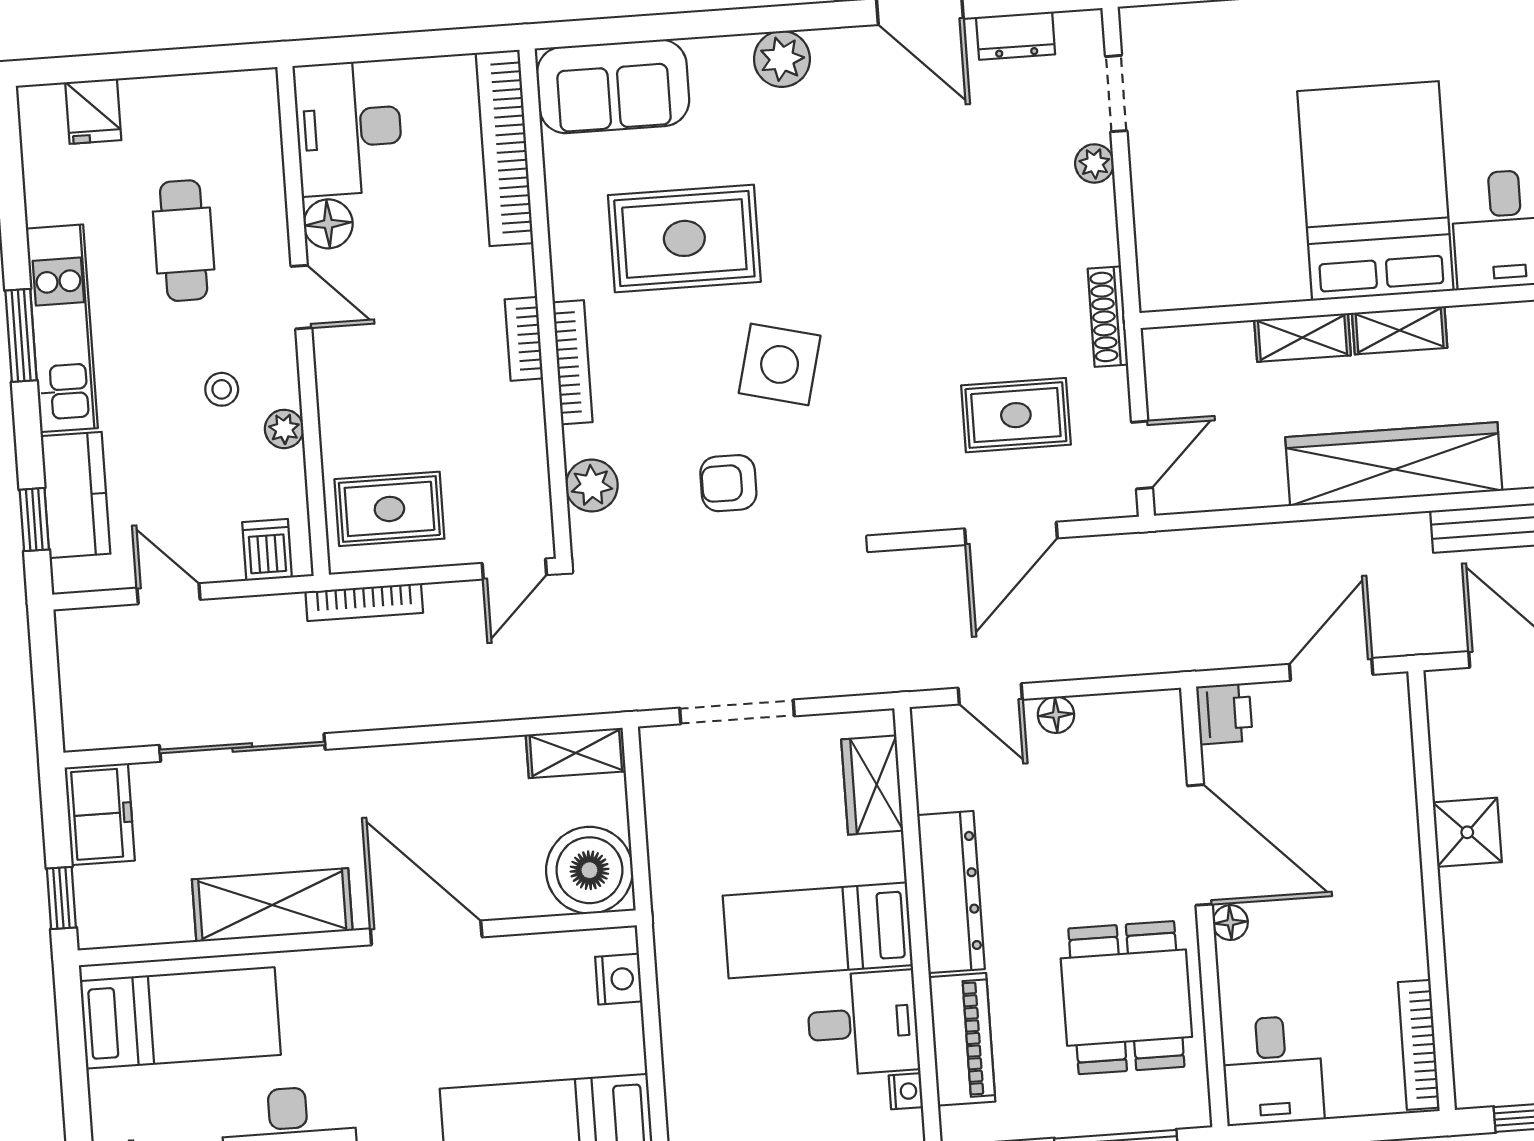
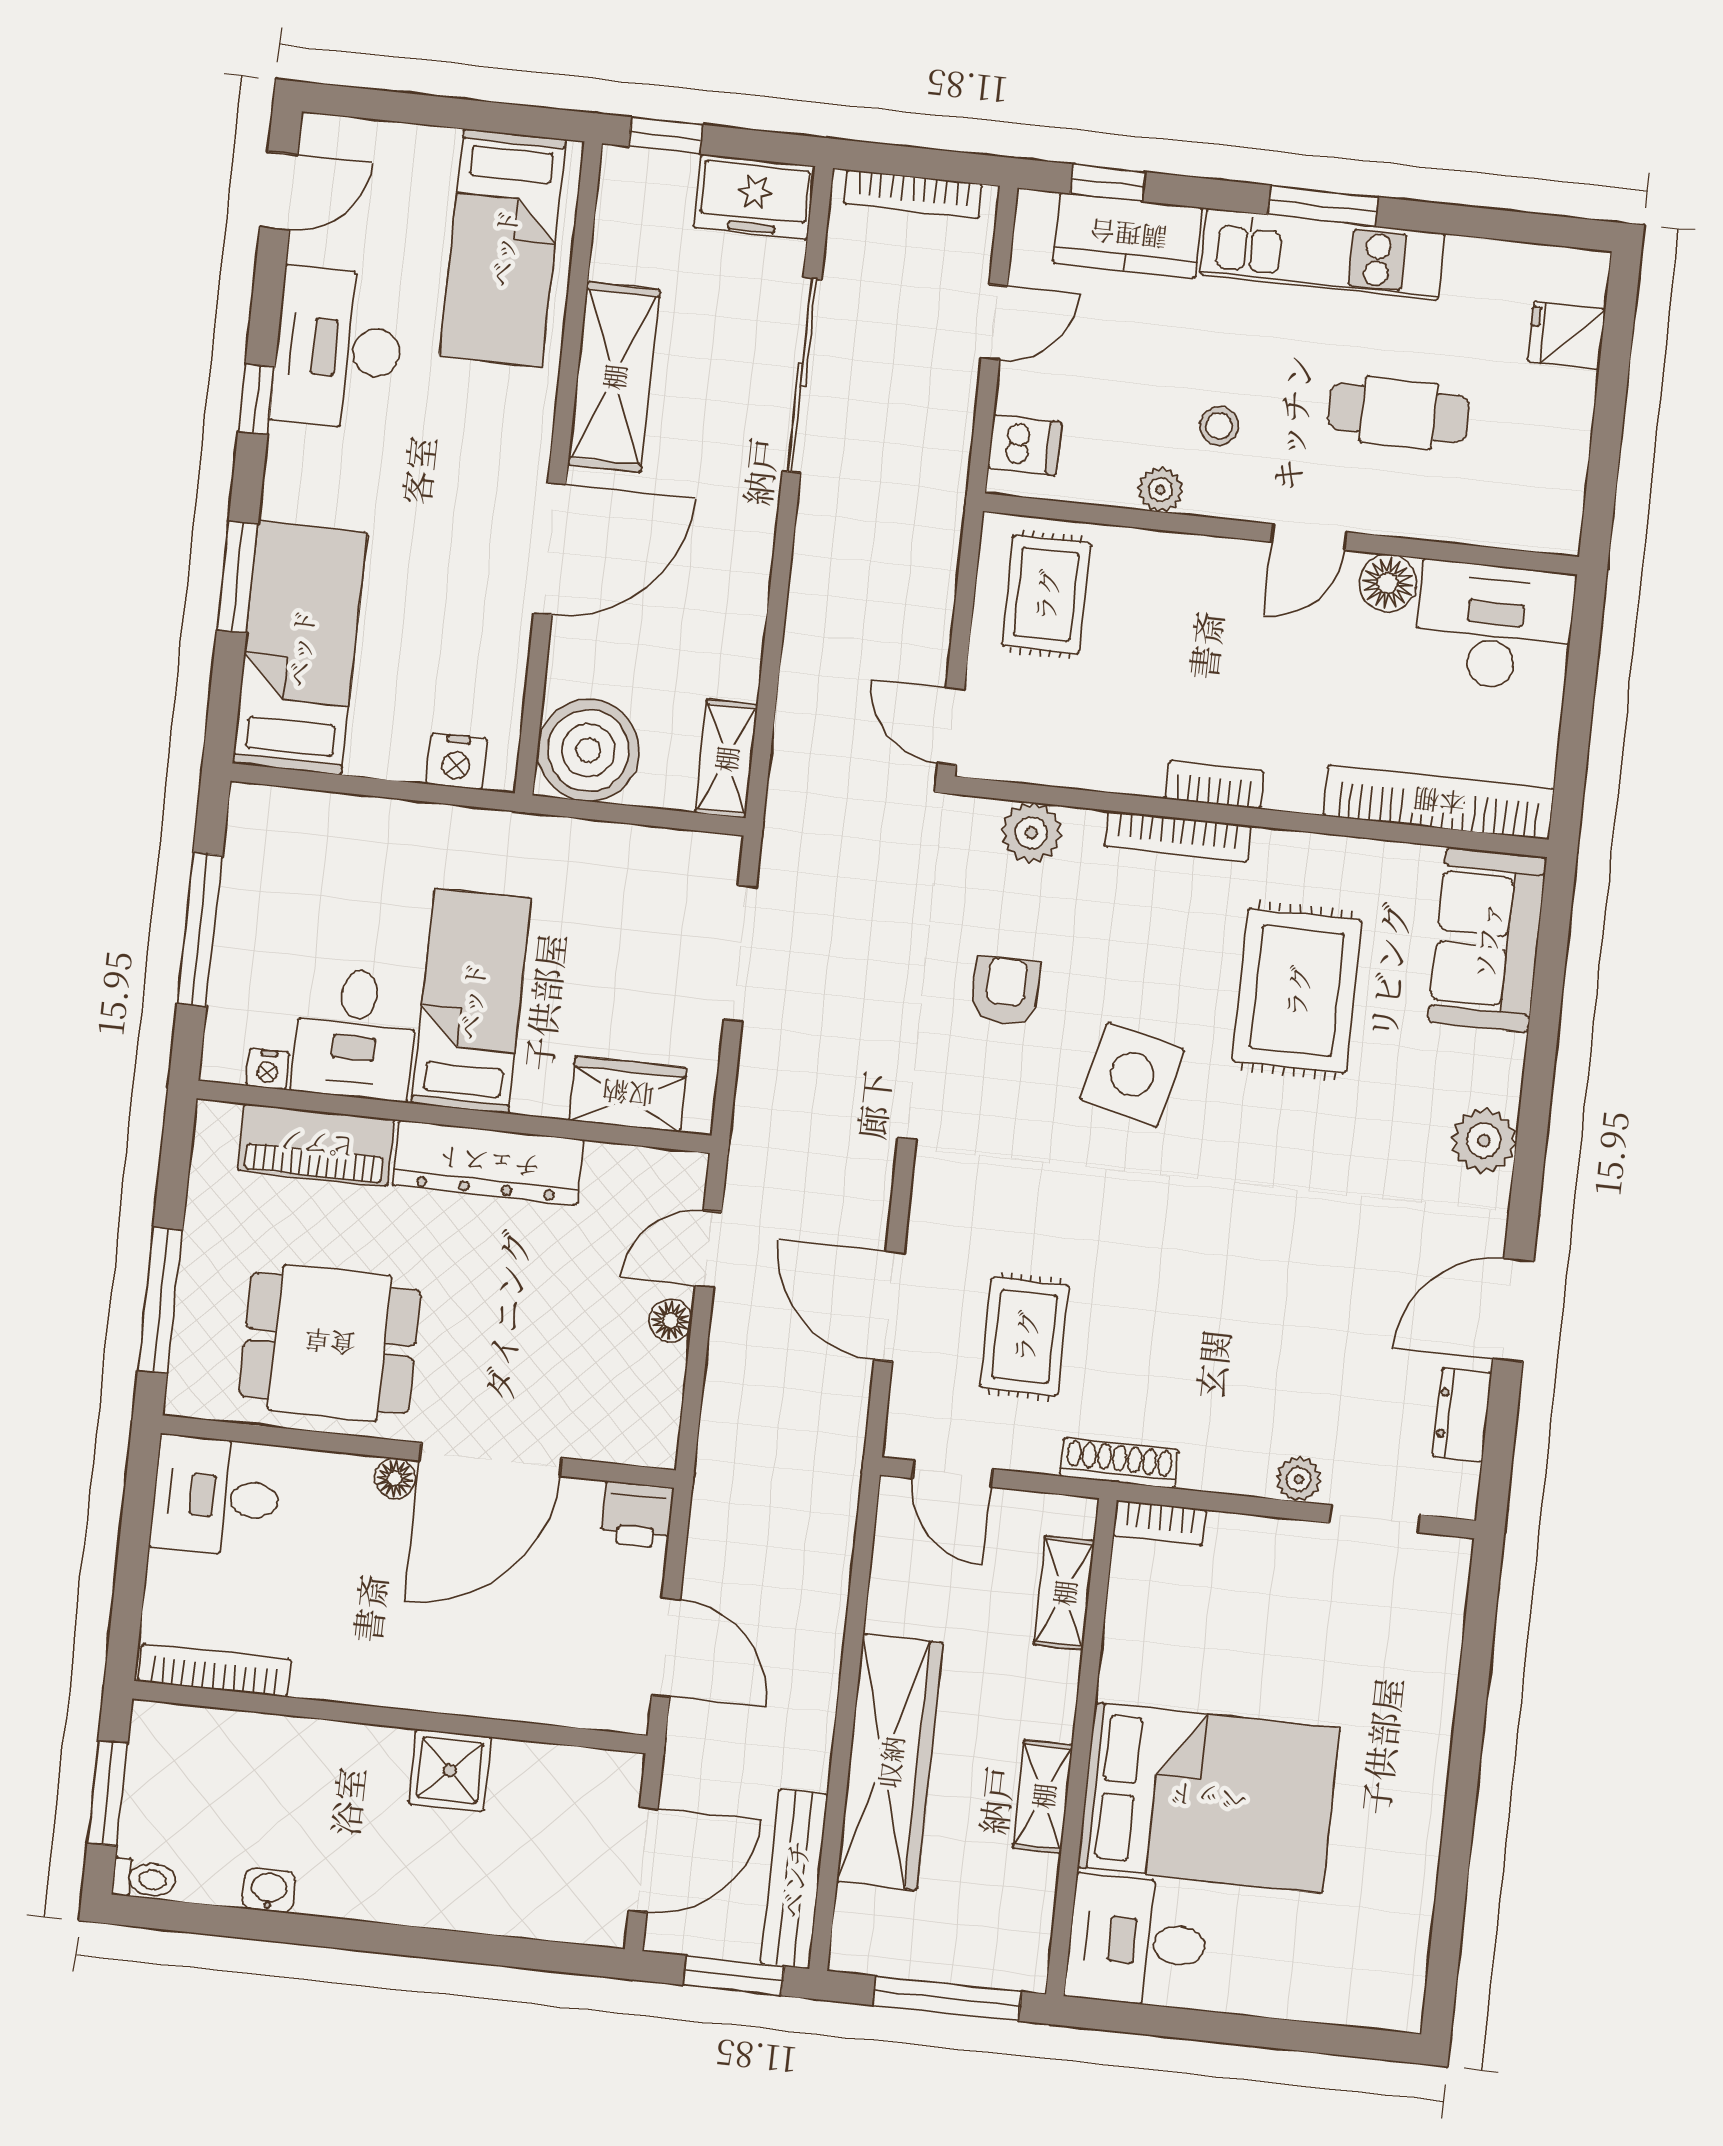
bookcase: (1152, 274) -> (1160, 1523), added
shelving: (1303, 338) -> (1064, 1593), moved
bookcase: (364, 602) -> (913, 194), moved, turned -90

